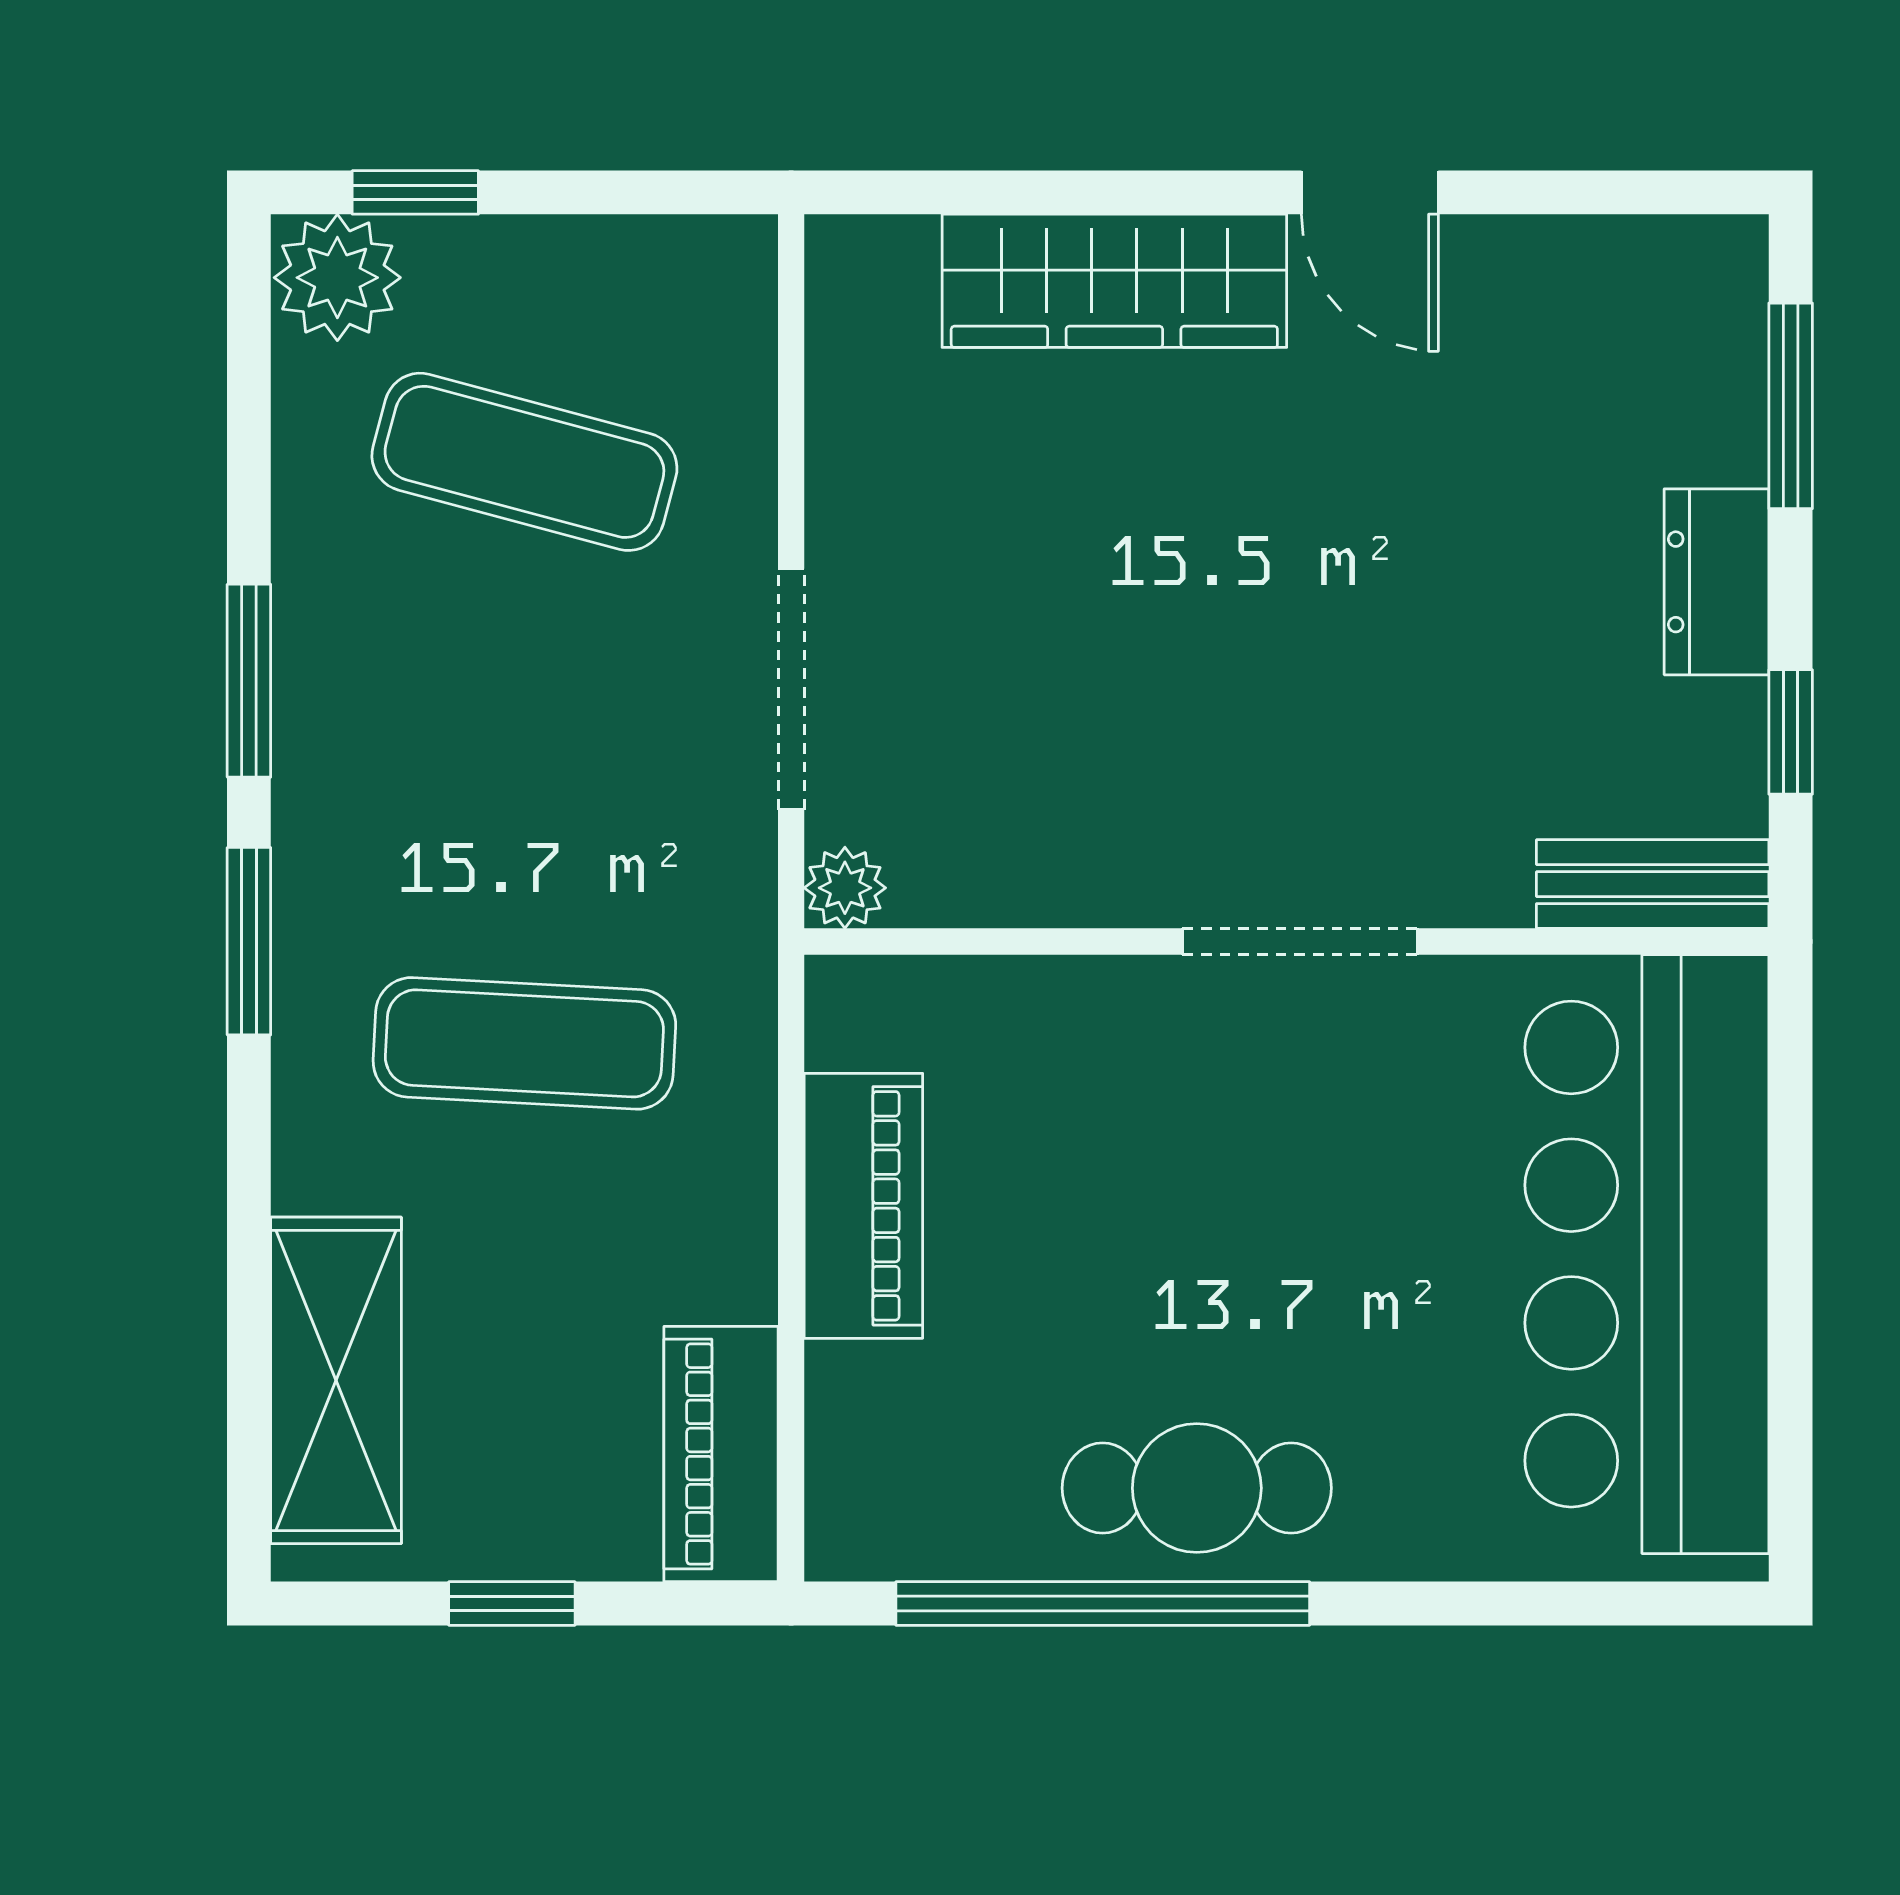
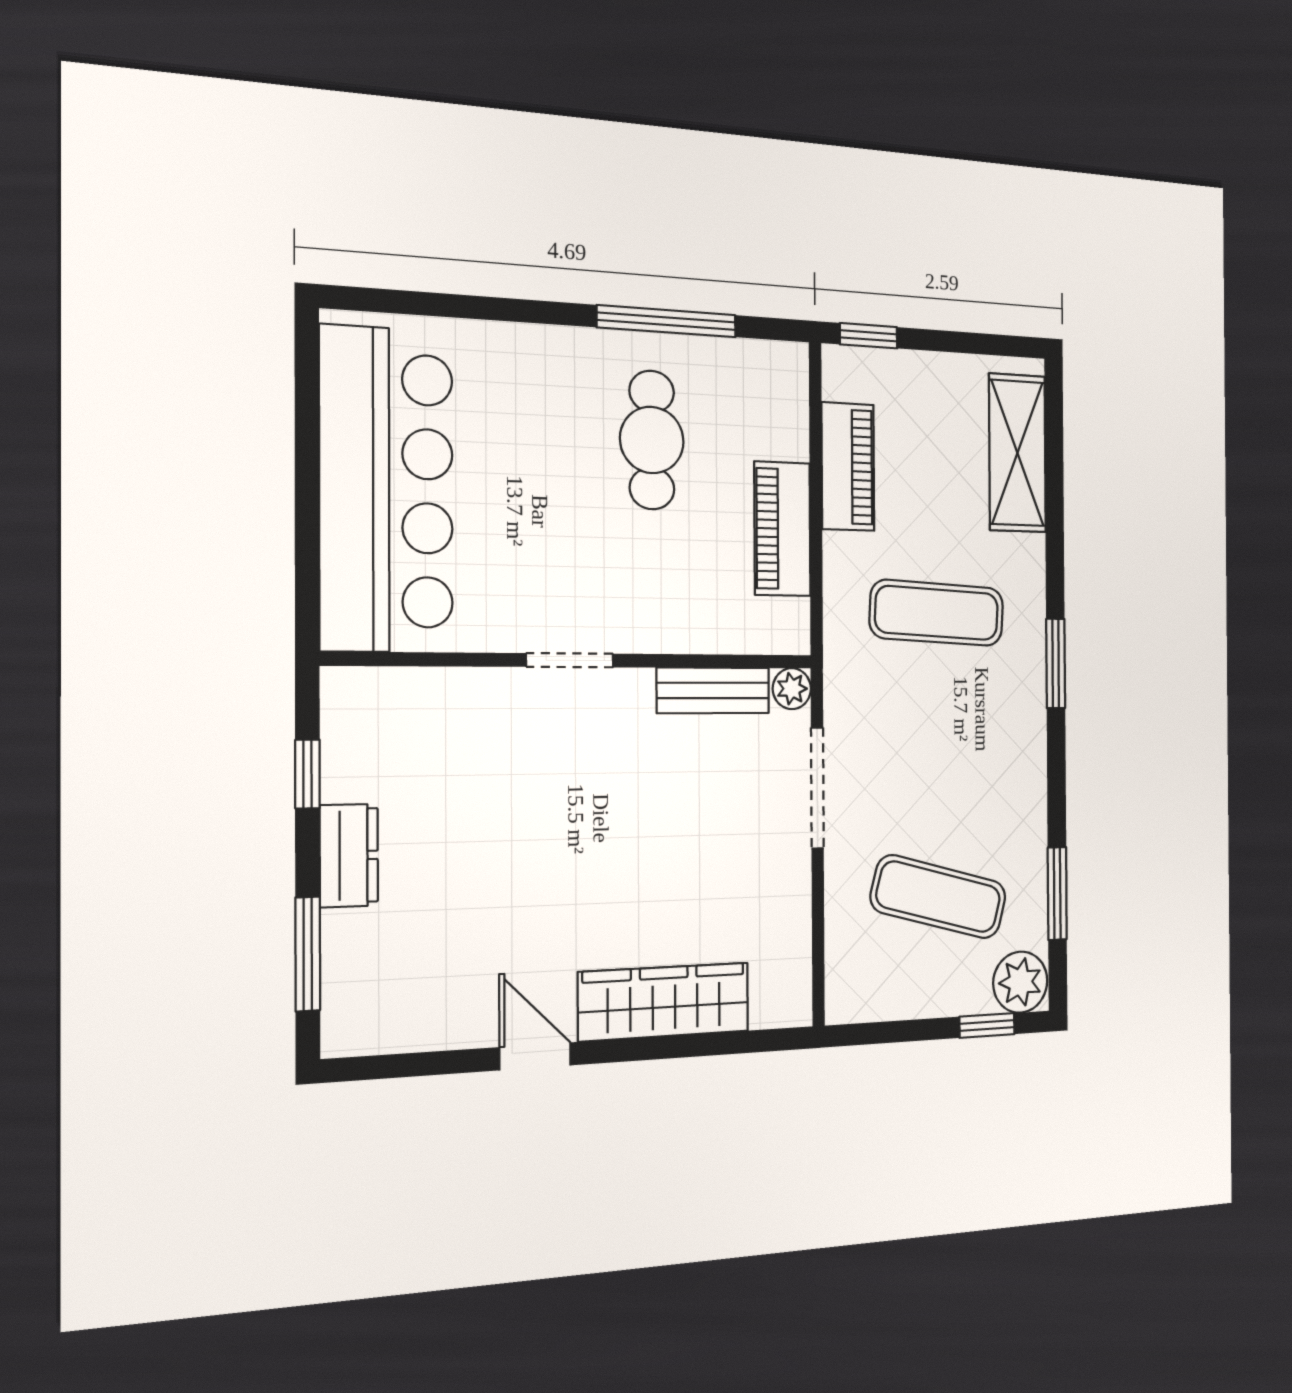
window: (249, 681) -> (1057, 893), moved
bench: (1653, 884) -> (713, 690), moved
doorway: (1300, 942) -> (570, 660), width x0.73
piano: (721, 1454) -> (848, 467), moved
cafe table: (1197, 1488) -> (652, 440), moved, turned 90
window: (512, 1604) -> (869, 336), moved
window: (1103, 1604) -> (667, 321), width x0.68

